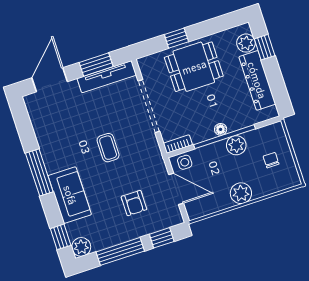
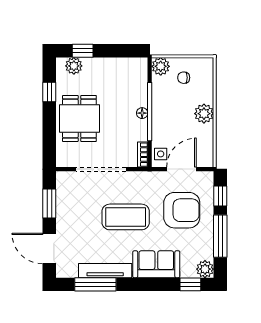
window: (176, 38) -> (49, 92), moved
tv unit: (107, 77) -> (105, 271), moved, turned -90
dresser: (257, 80) -> (110, 67), removed
plant: (236, 145) -> (161, 66), moved
coffee table: (108, 148) -> (126, 217), width x1.86, depth x1.72
window: (39, 172) -> (95, 284), moved
armchair: (134, 203) -> (182, 210), width x1.88, depth x1.88

